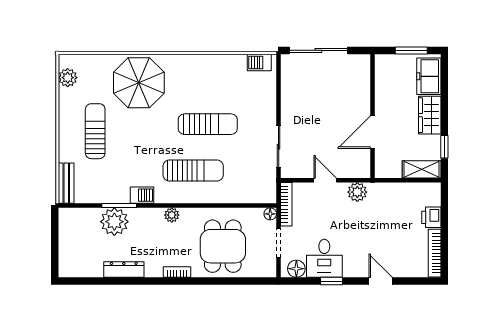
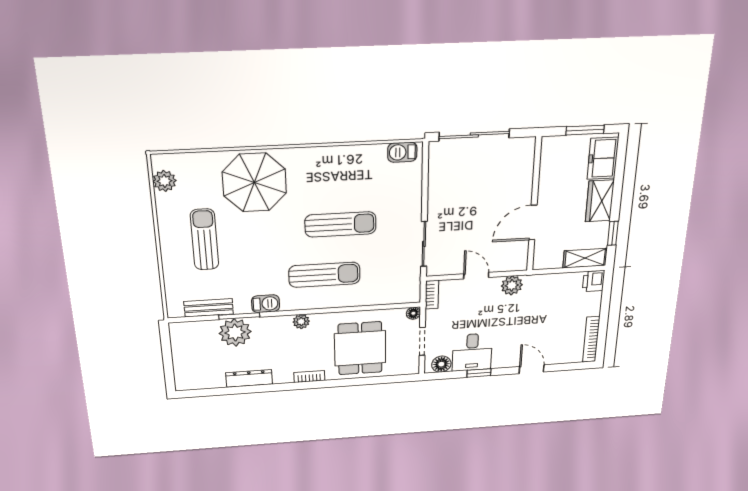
bench: (66, 183) -> (209, 308), moved, turned 90
bookcase: (286, 204) -> (432, 295), width x0.64
printer: (431, 217) -> (594, 281), moved

